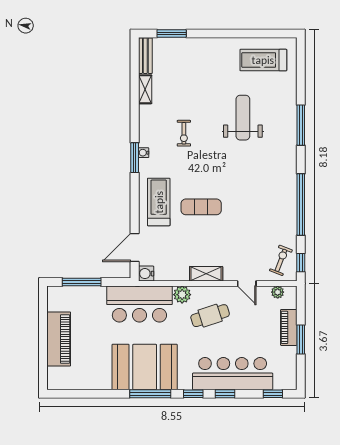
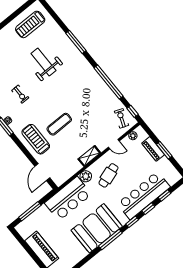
water cooler: (146, 274) -> (59, 181), removed
window: (273, 394) -> (165, 195), moved

